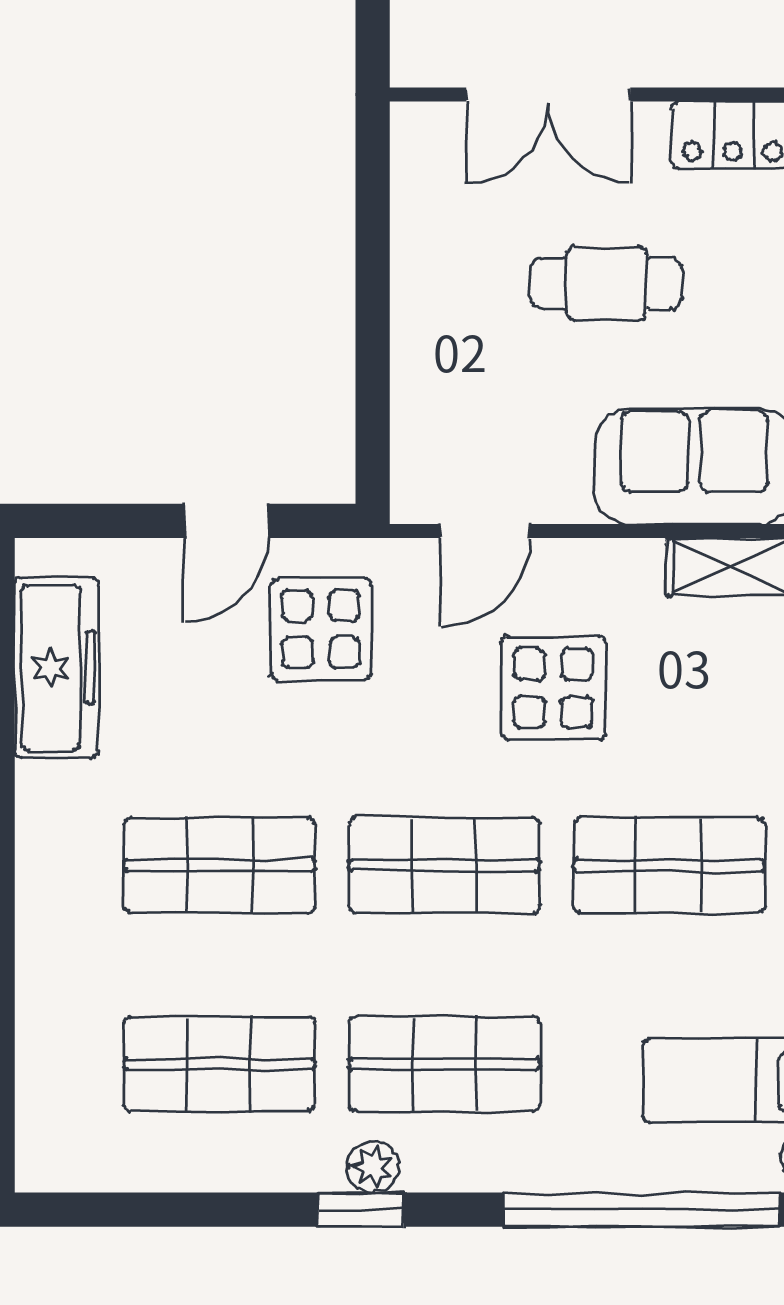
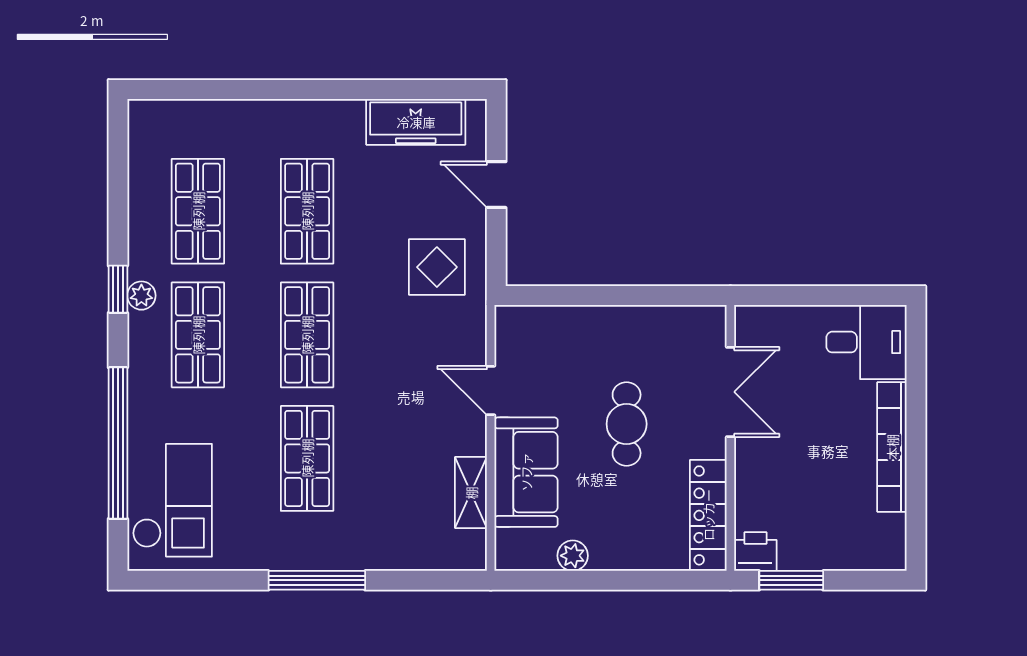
double door: (548, 95) -> (730, 392), swing flipped
door: (226, 521) -> (496, 185), moved
door: (485, 531) -> (491, 391), moved
display table: (553, 688) -> (404, 395), removed

